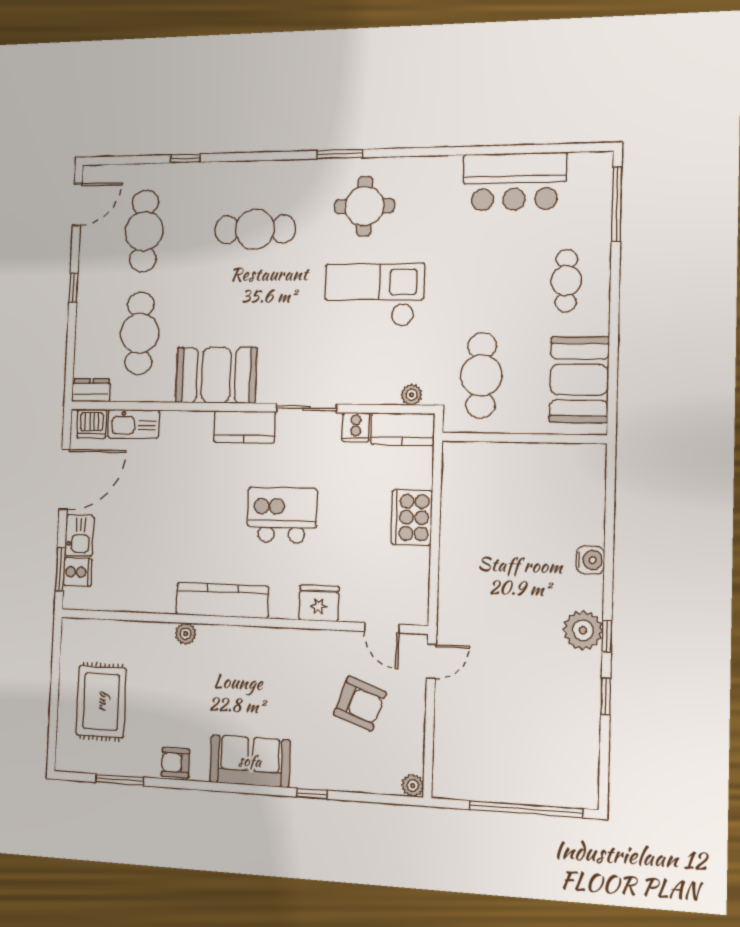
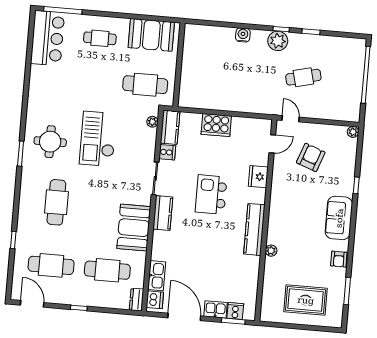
bar counter: (514, 182) -> (48, 38), moved
cafe table: (514, 684) -> (303, 77), added

